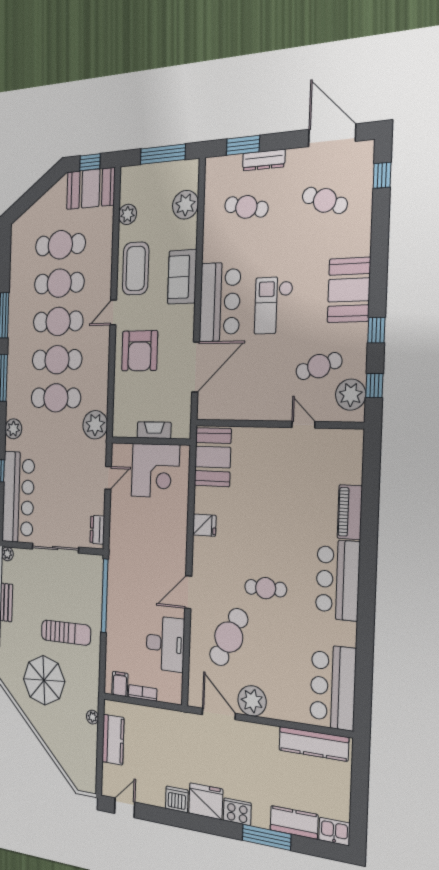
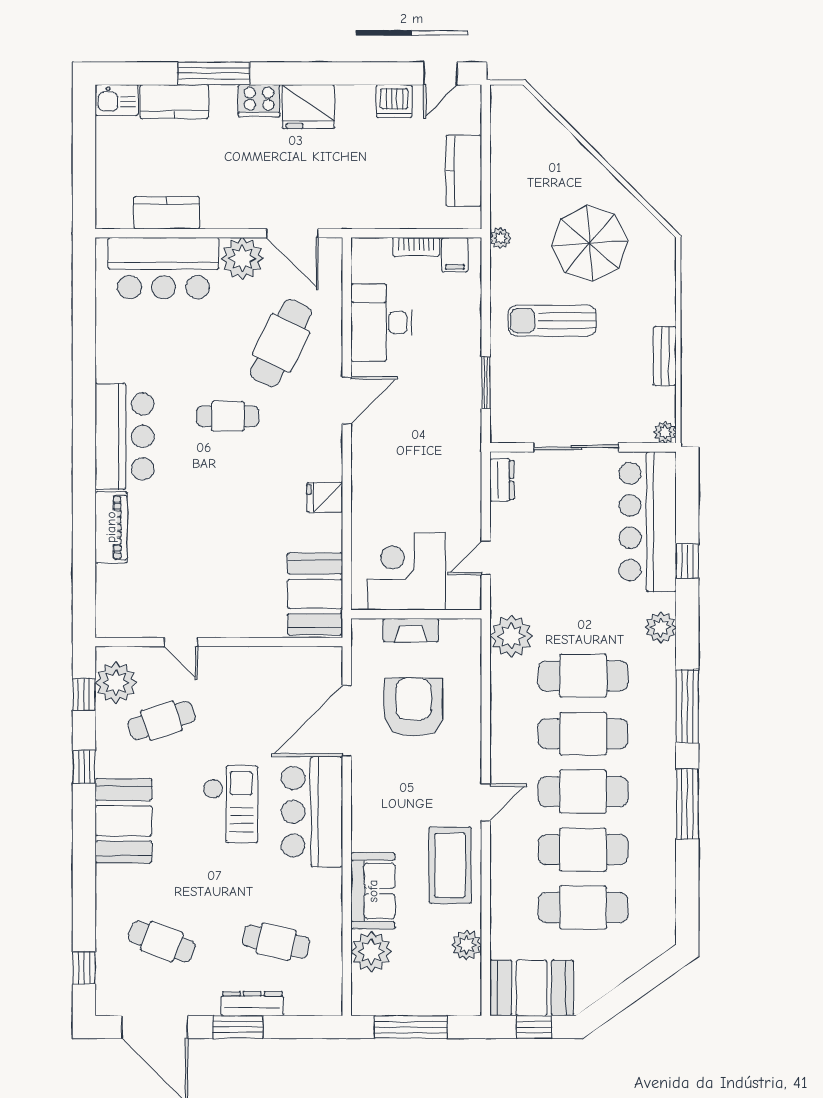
window: (243, 145) -> (238, 1027), moved
sofa: (182, 277) -> (373, 891), moved
armchair: (140, 351) -> (414, 707), moved
window: (105, 596) -> (486, 383), width x0.47
bar counter: (333, 687) -> (164, 268), moved, turned 90
plant: (93, 717) -> (500, 238), moved
kitchen counter: (314, 744) -> (167, 213), width x0.67
dishwasher: (177, 799) -> (394, 101), moved

